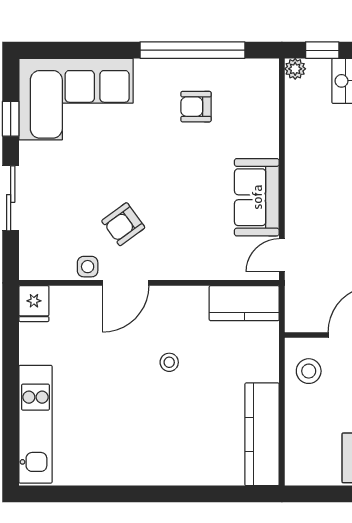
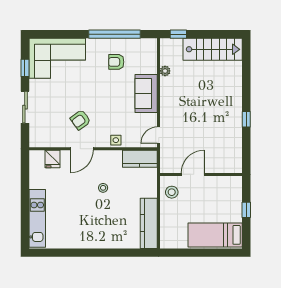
plant: (295, 69) -> (165, 71), moved
sofa: (257, 197) -> (146, 93), moved
side table: (88, 267) -> (116, 140), moved
fridge: (34, 304) -> (52, 159), moved

